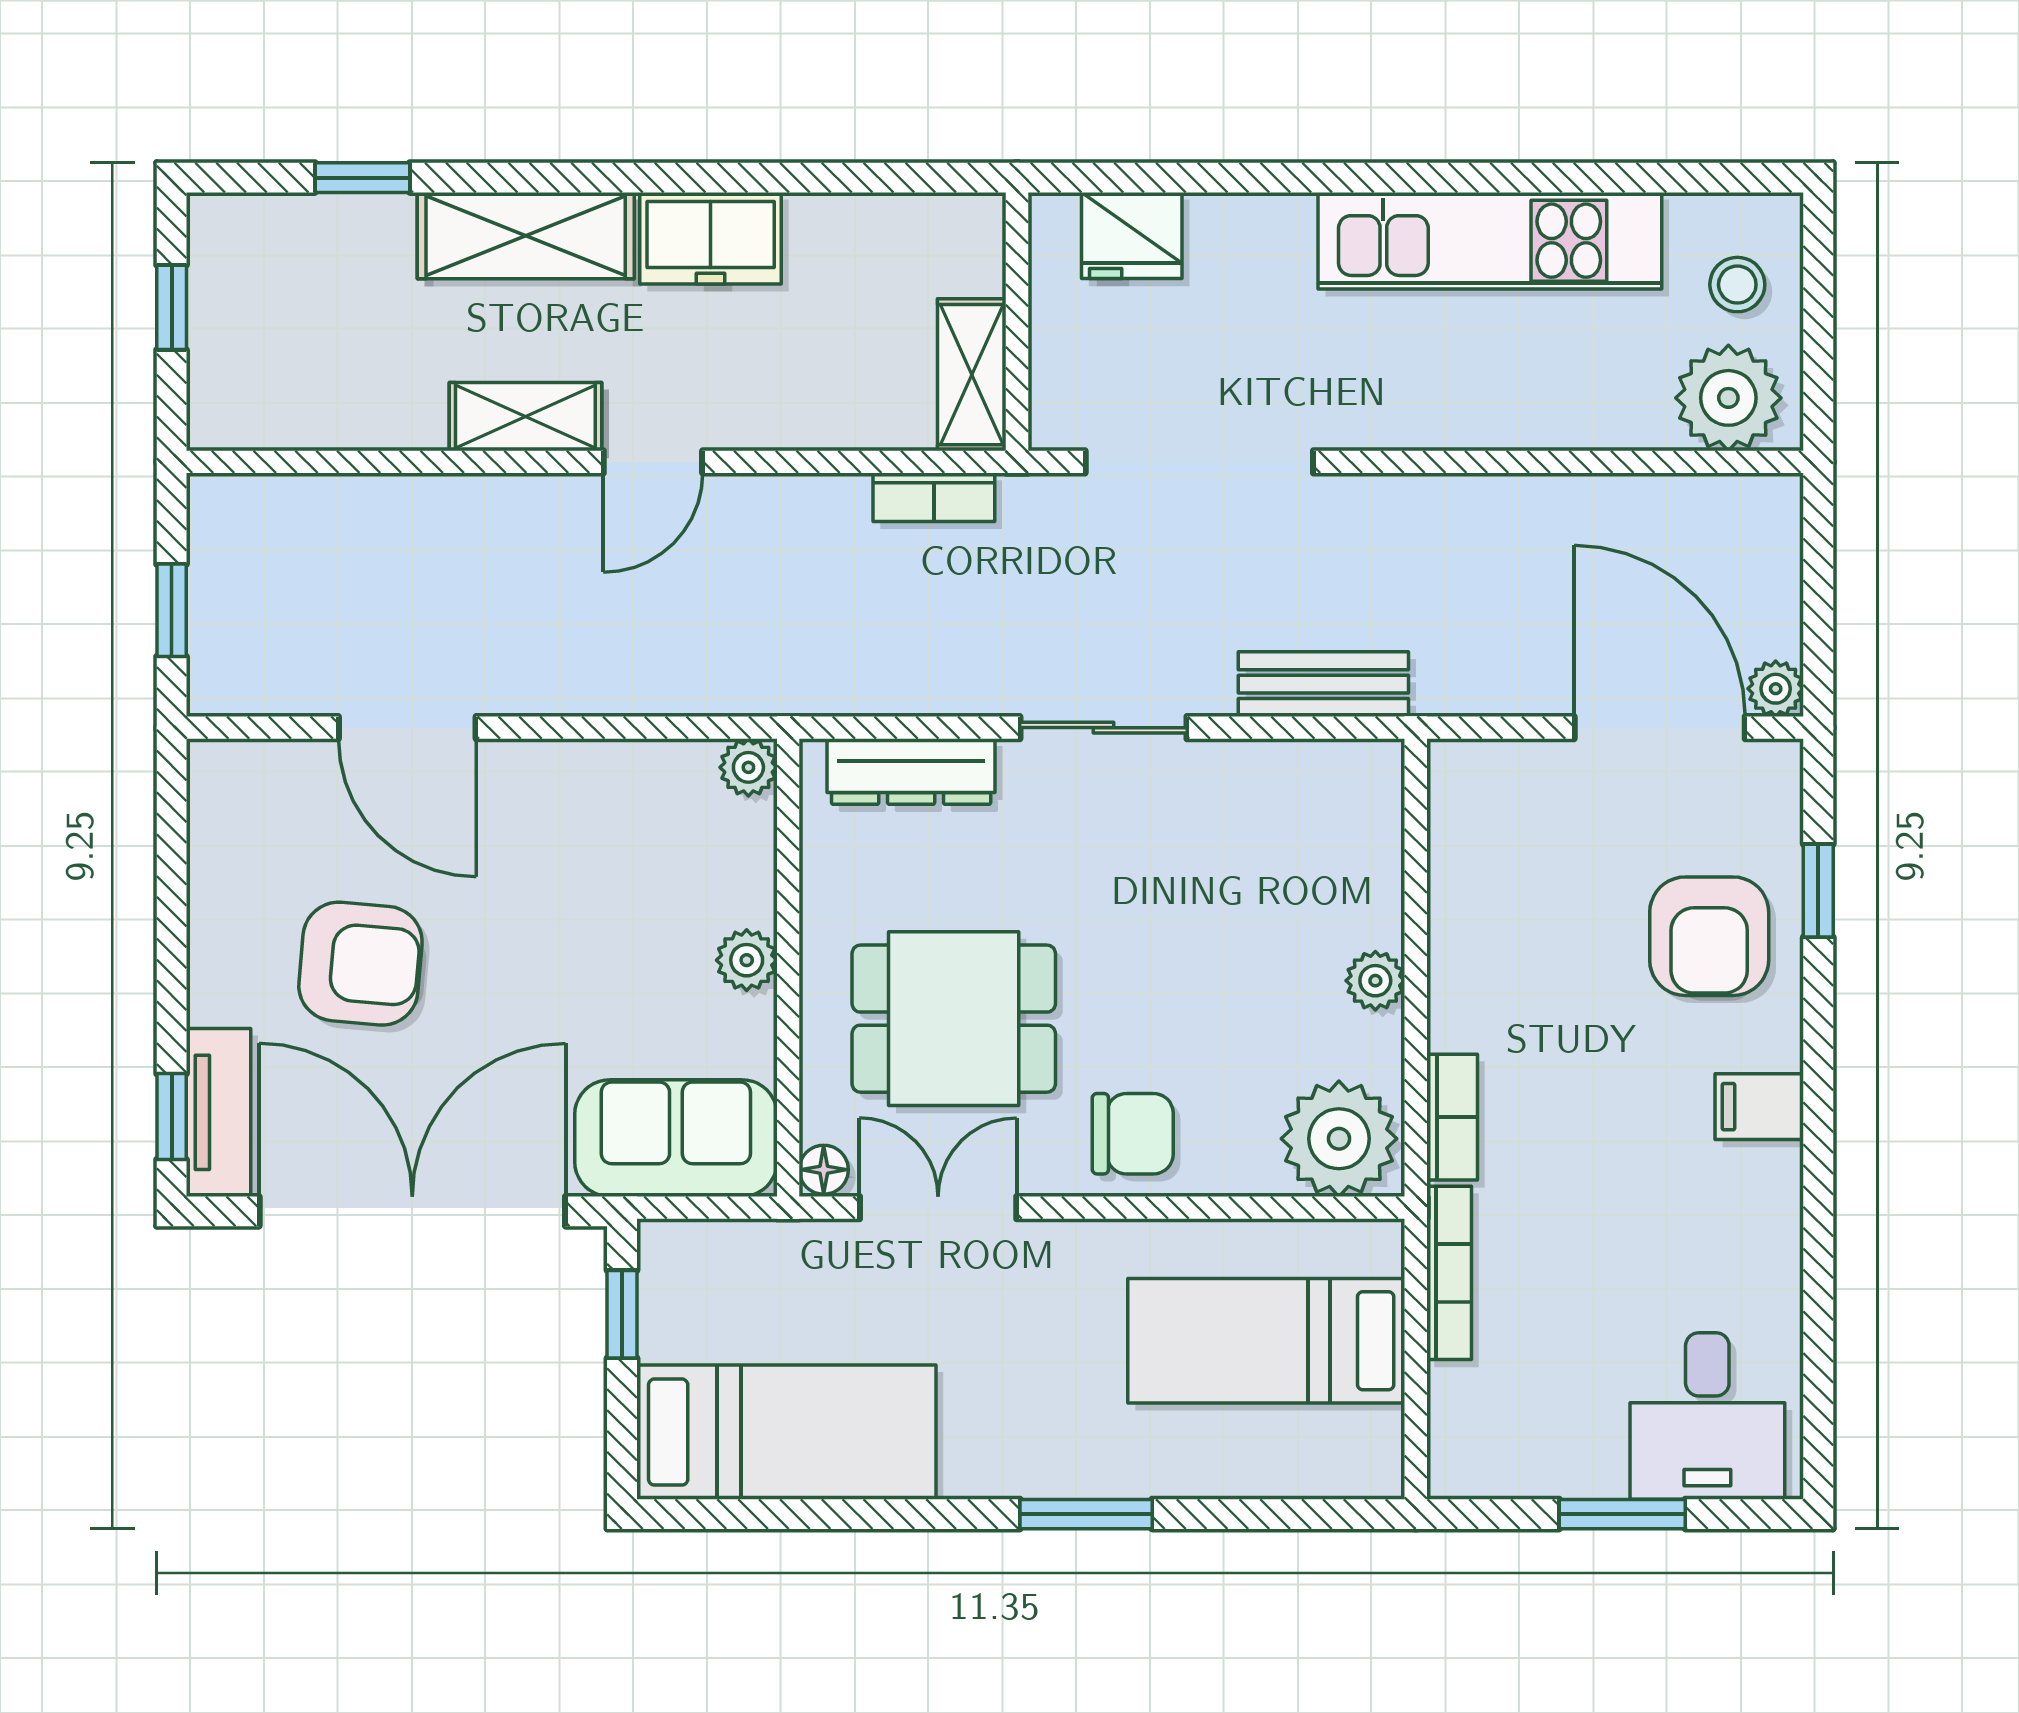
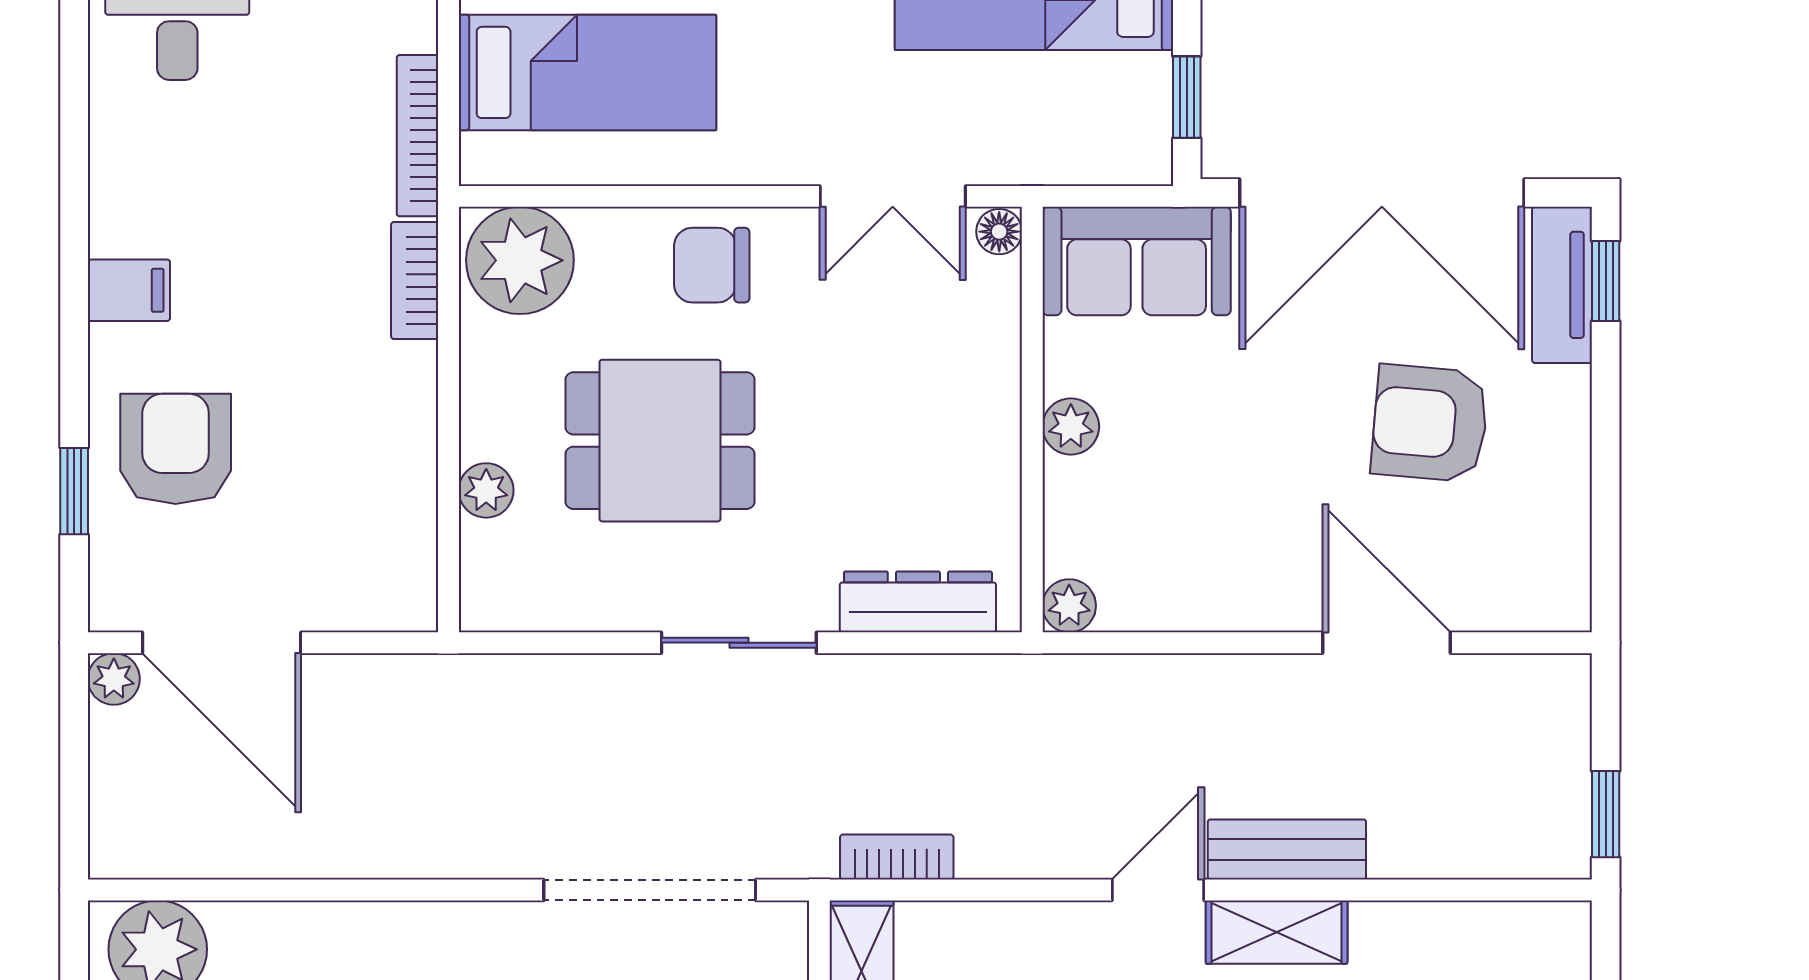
window: (172, 610) -> (1606, 814), moved
bench: (1323, 684) -> (1287, 849), moved
plant: (1375, 981) -> (486, 490), moved
dining table: (954, 1019) -> (660, 441), moved

